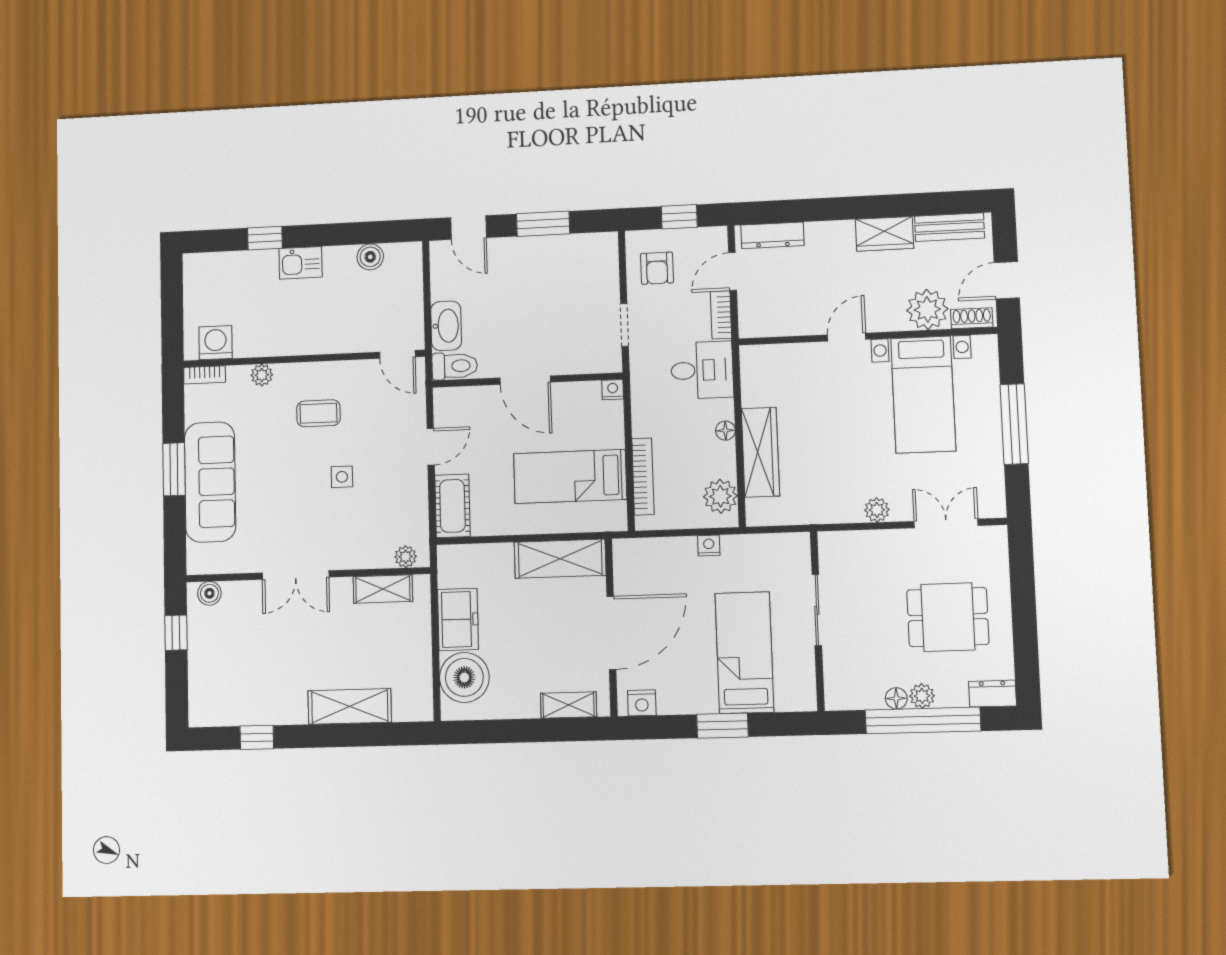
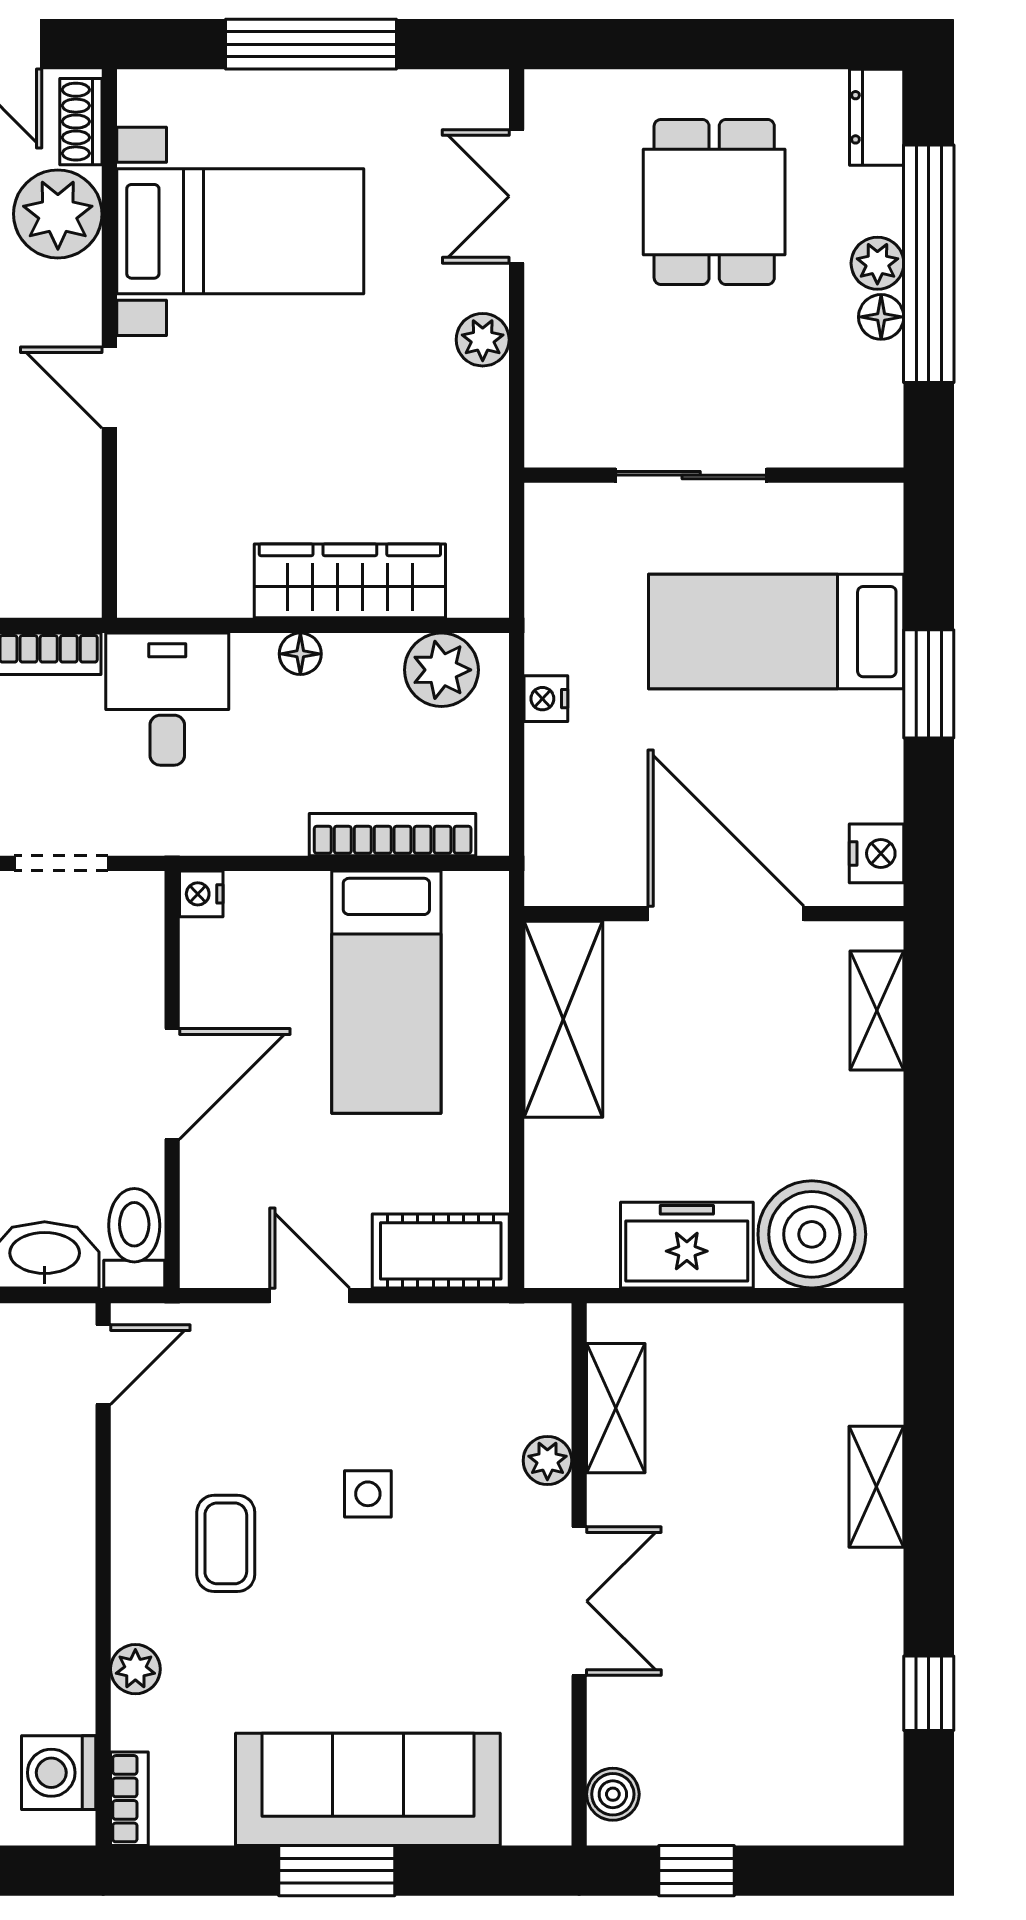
plant: (406, 557) -> (547, 1461), moved
shelving: (350, 706) -> (876, 1487), width x0.67, depth x0.75

